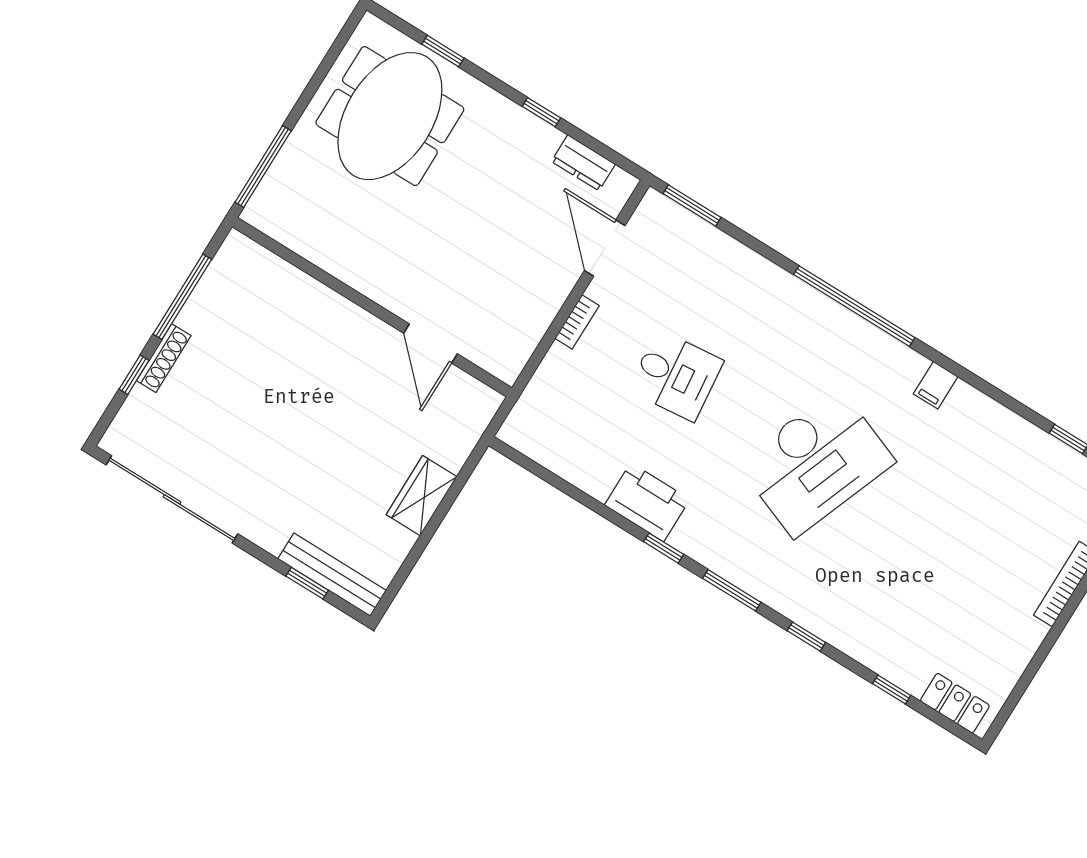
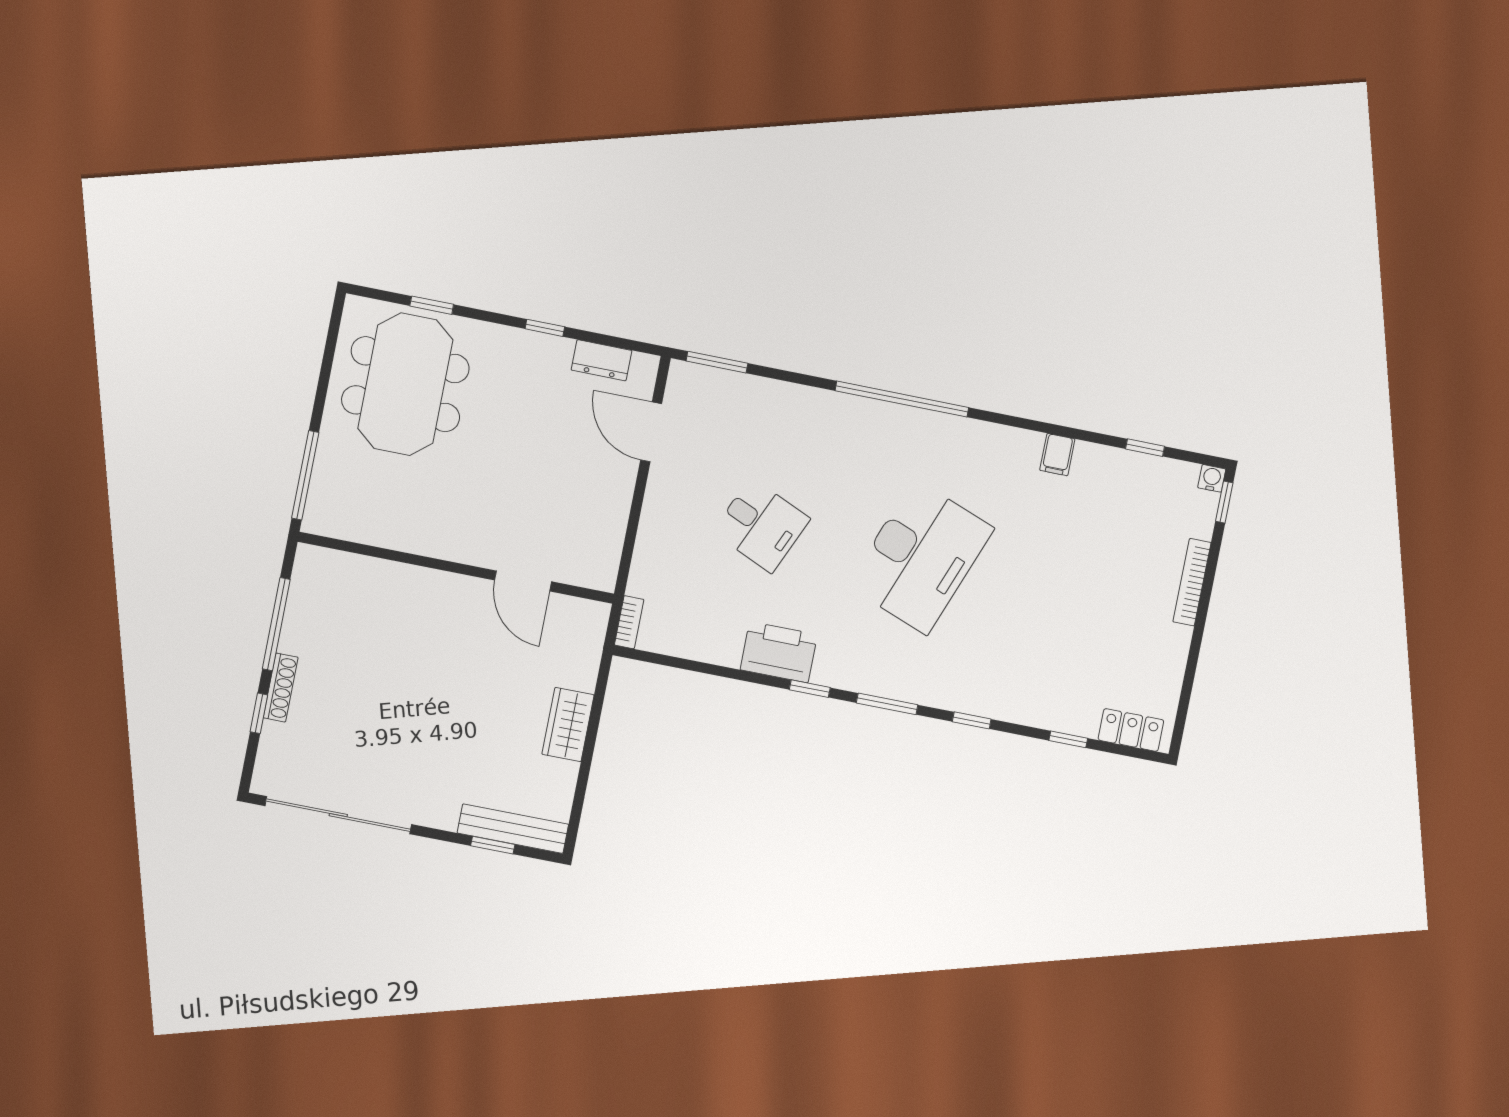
bookcase: (577, 322) -> (629, 622), moved
desk: (676, 376) -> (761, 525), turned 30
filing cabinet: (936, 385) -> (1057, 455), moved

